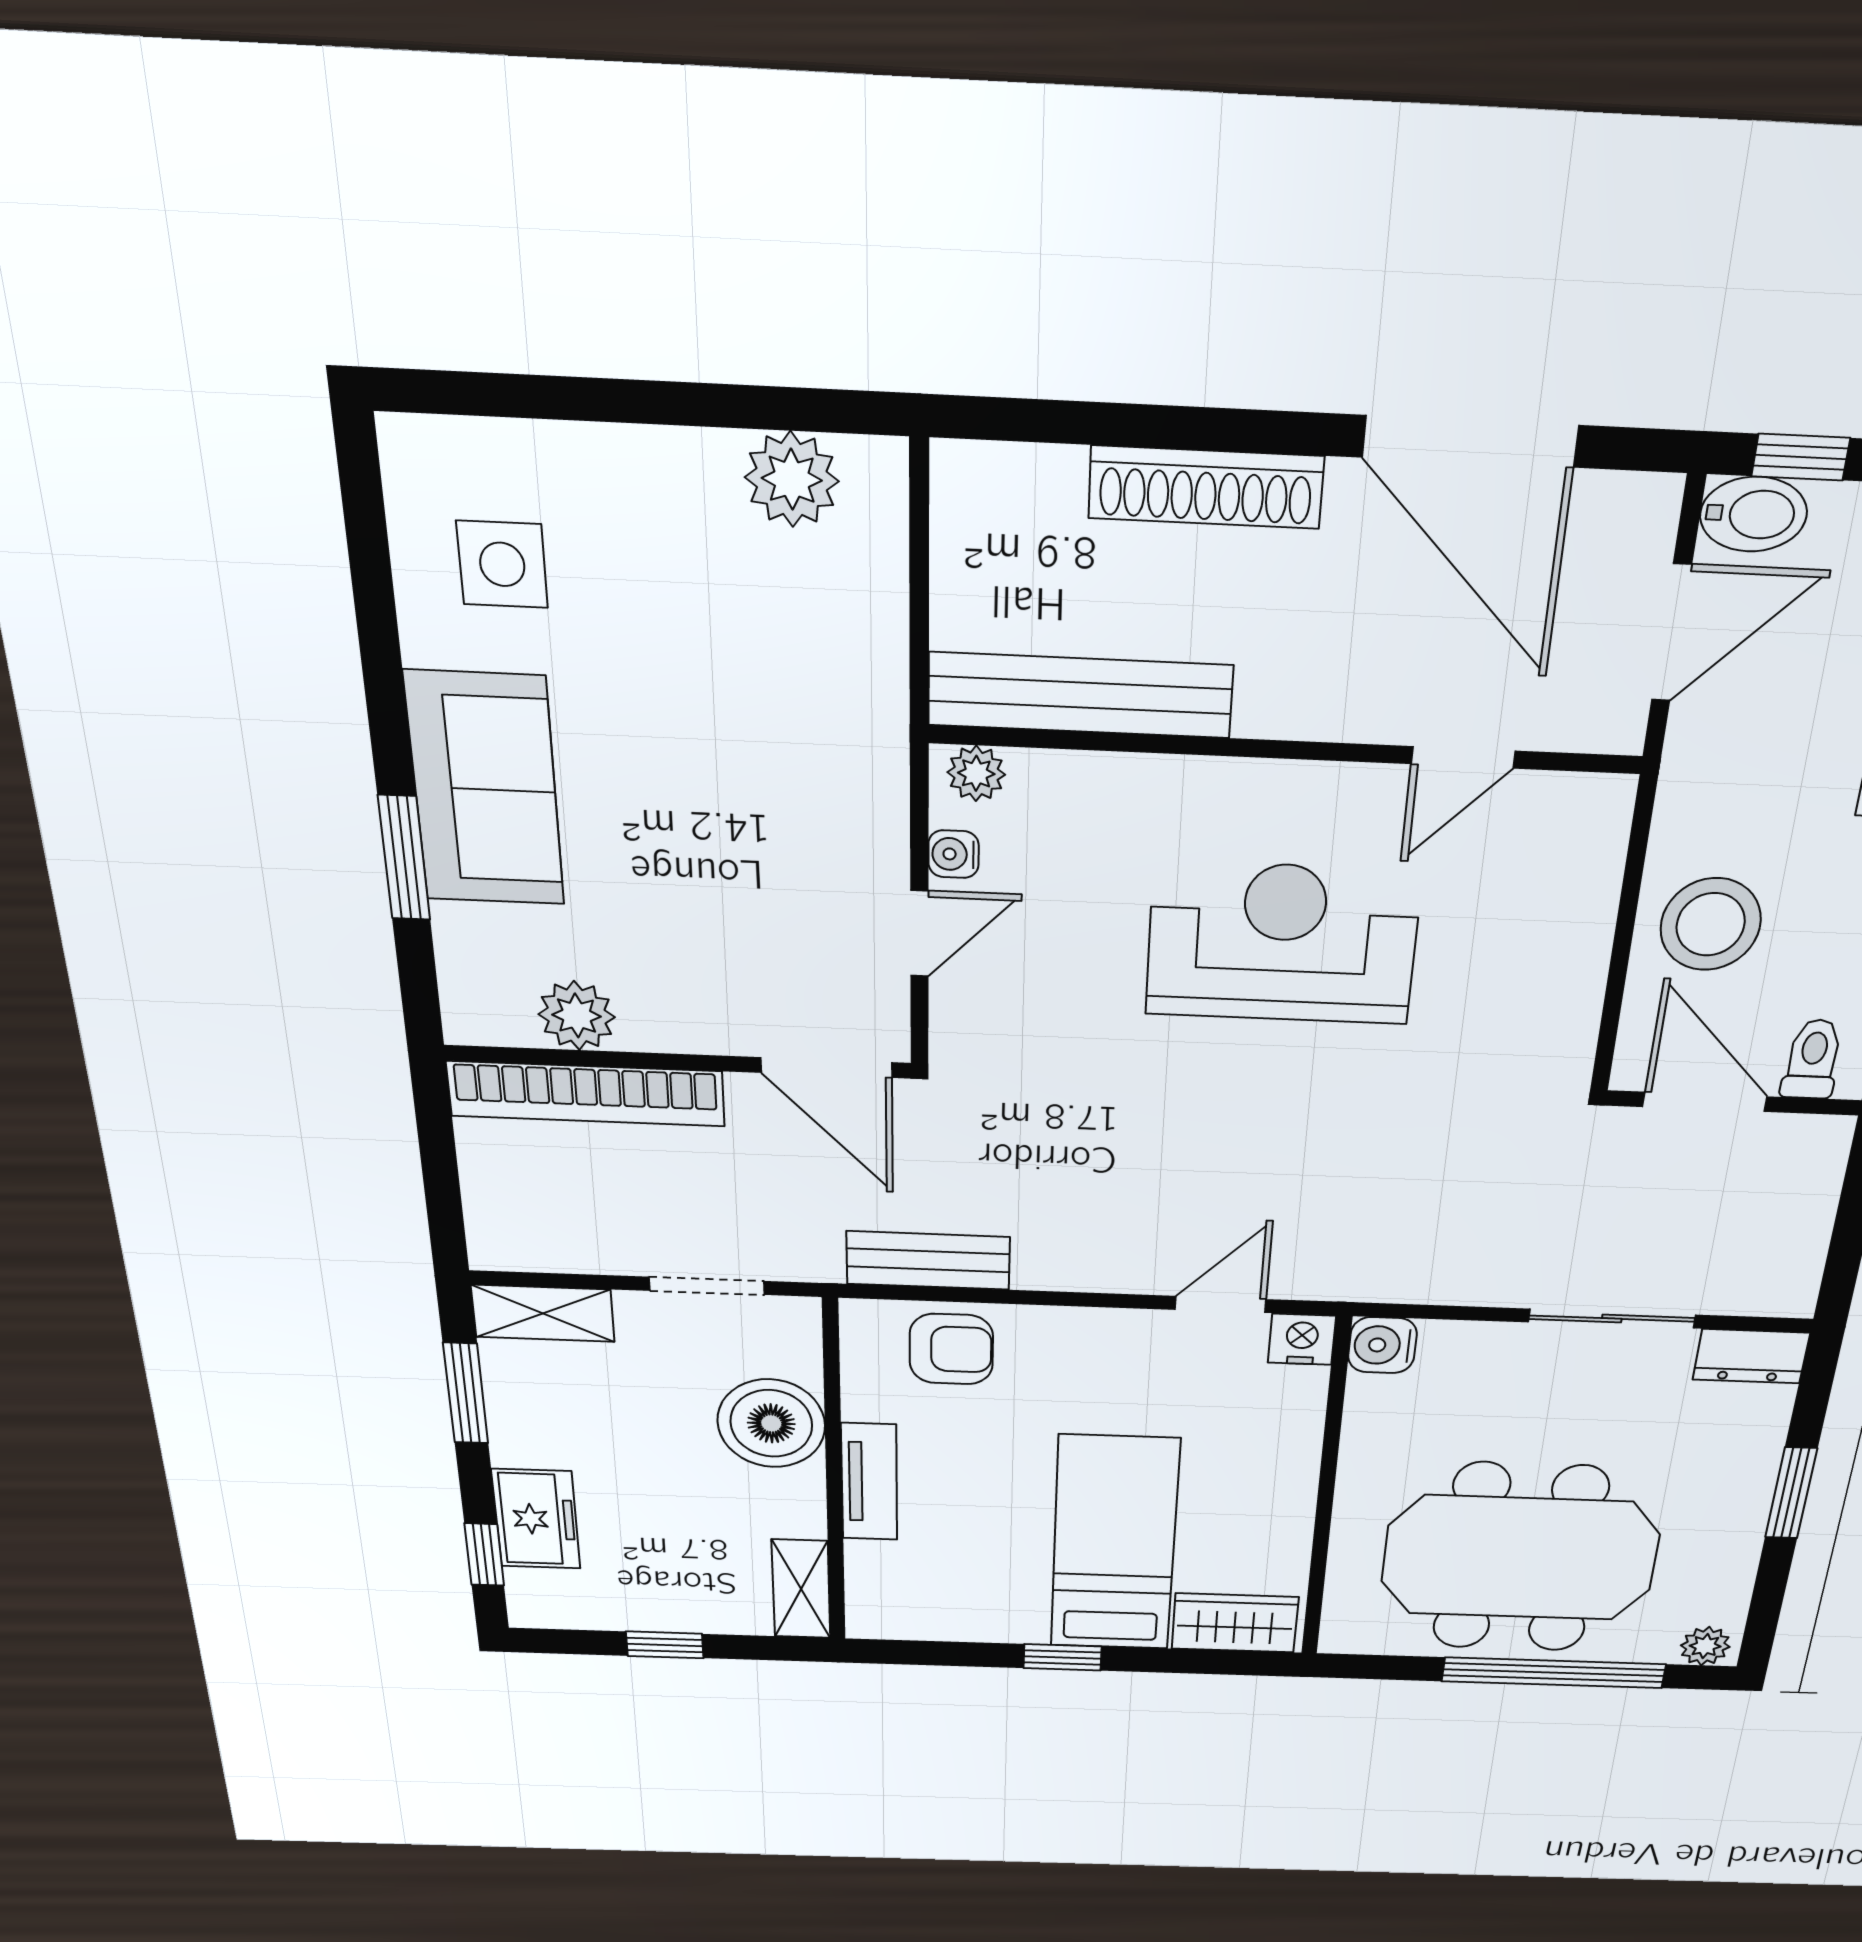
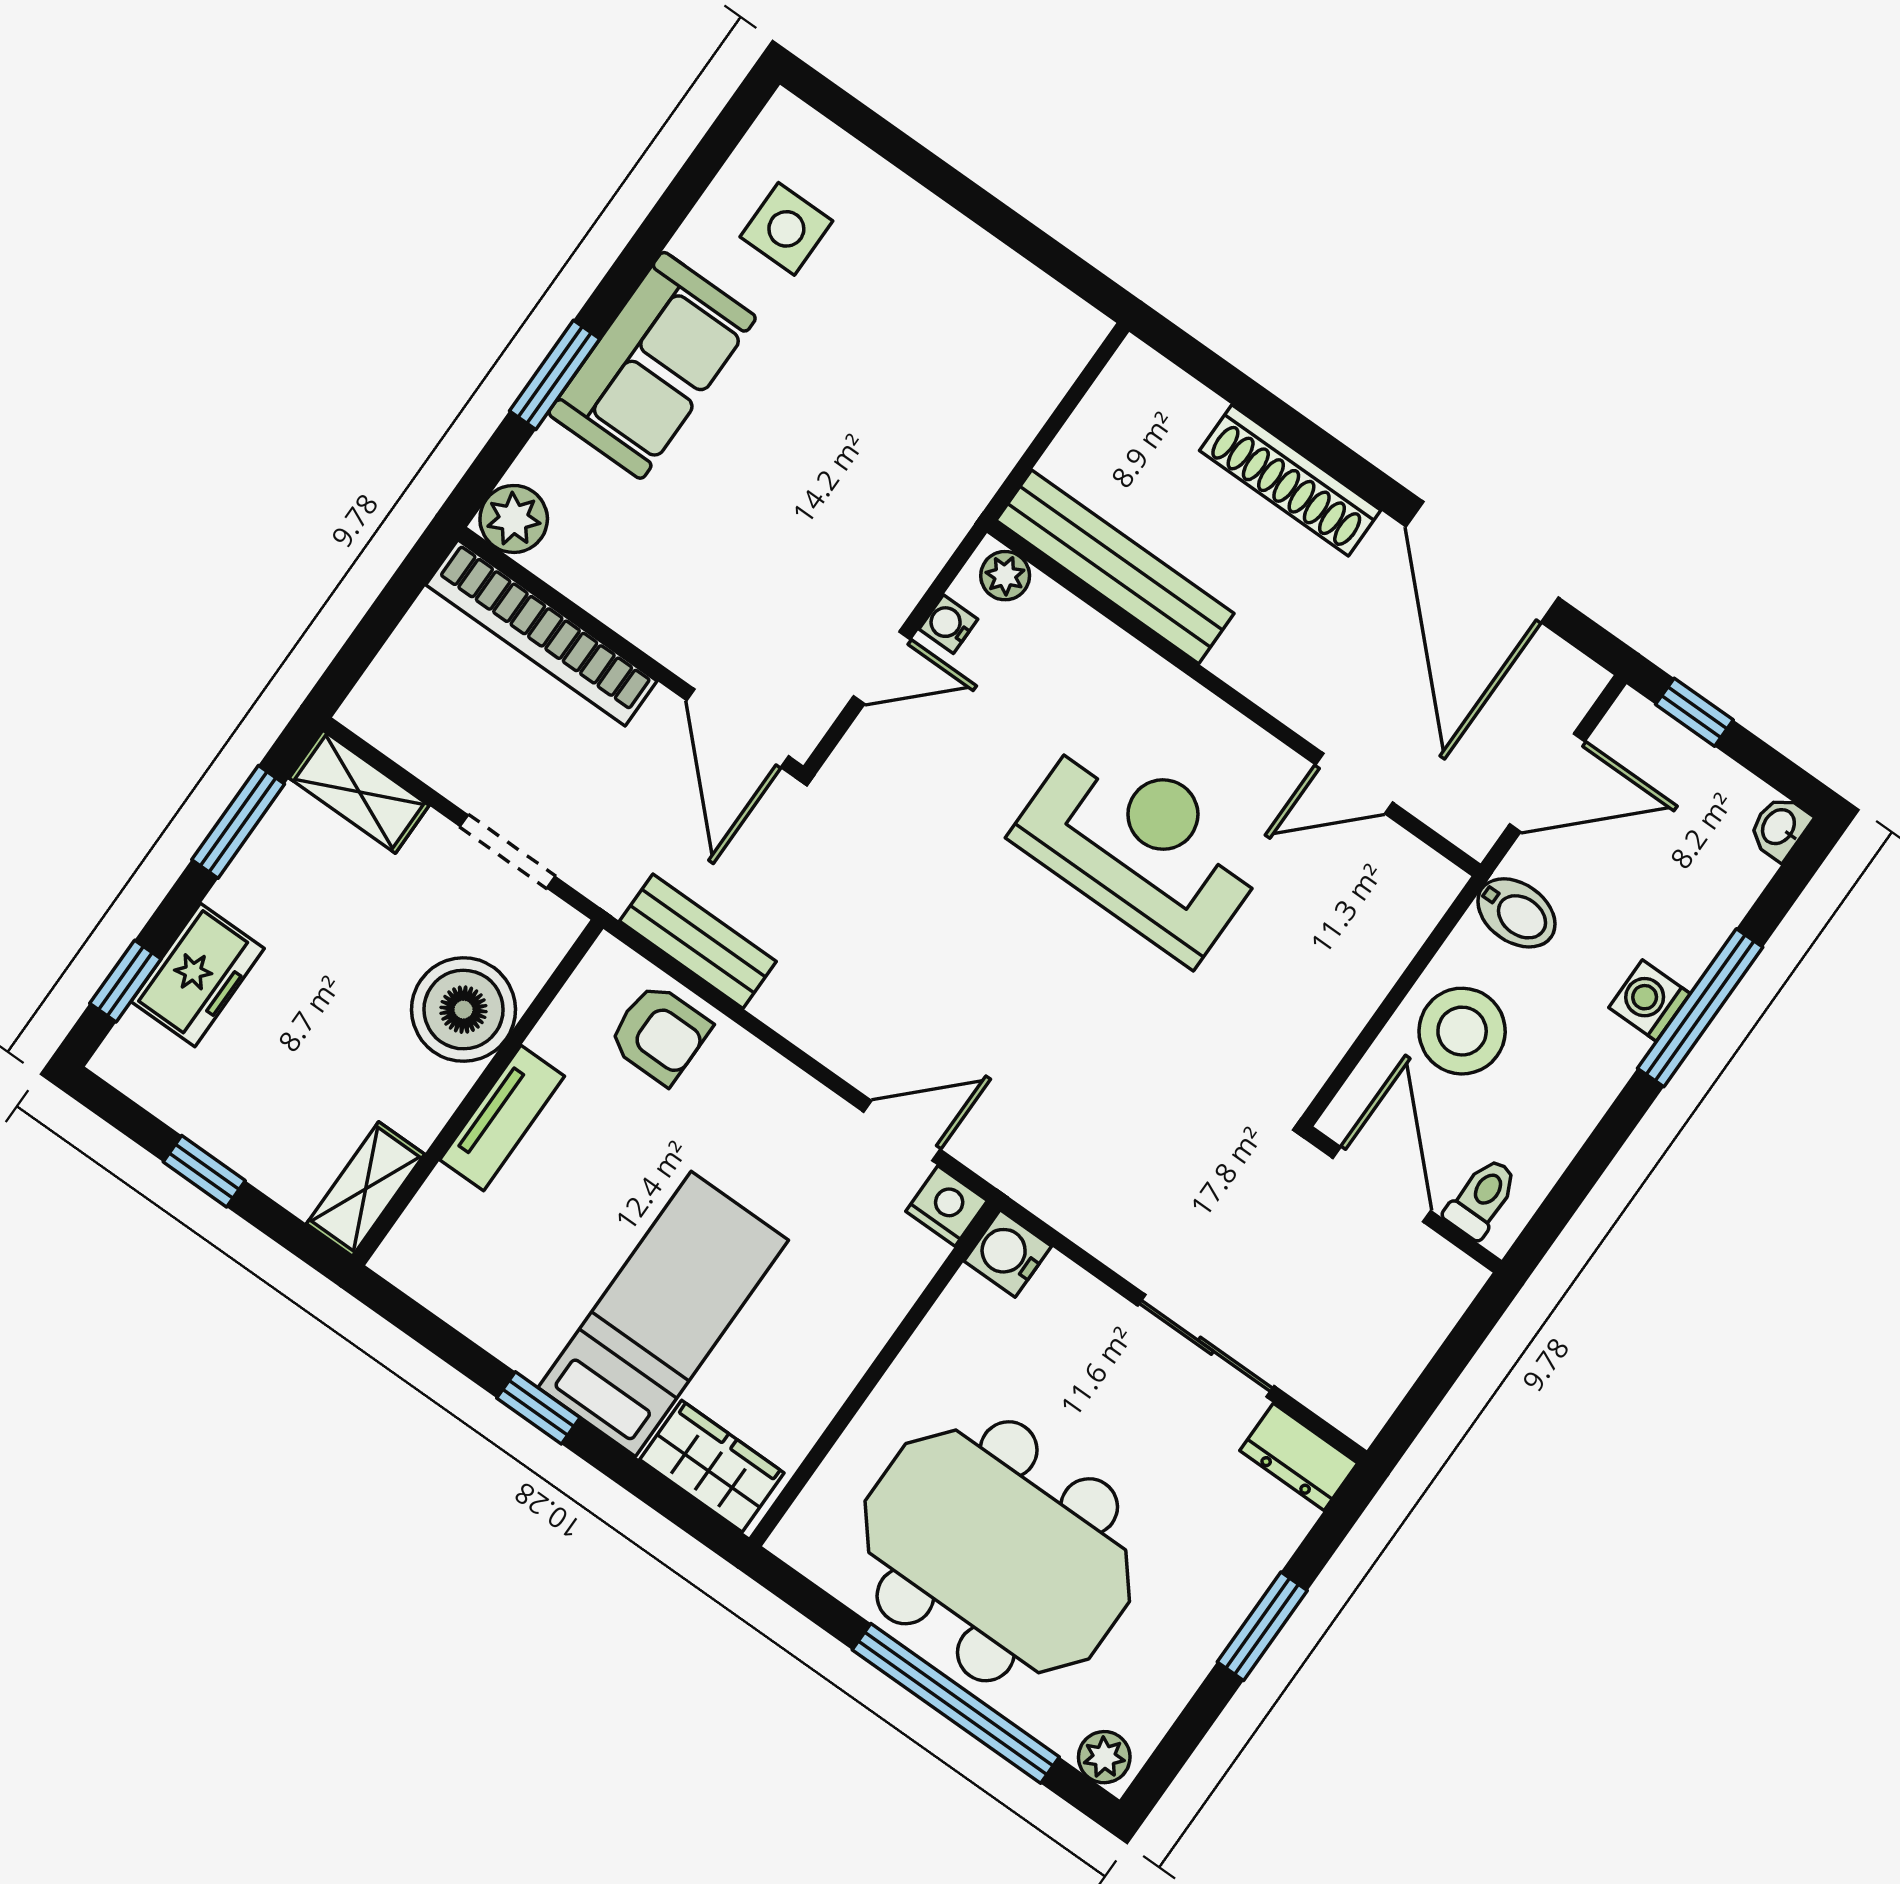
plant: (792, 479) -> (1020, 300), removed
bidet: (1753, 514) -> (1516, 913), moved
plant: (577, 1016) -> (514, 519), moved

